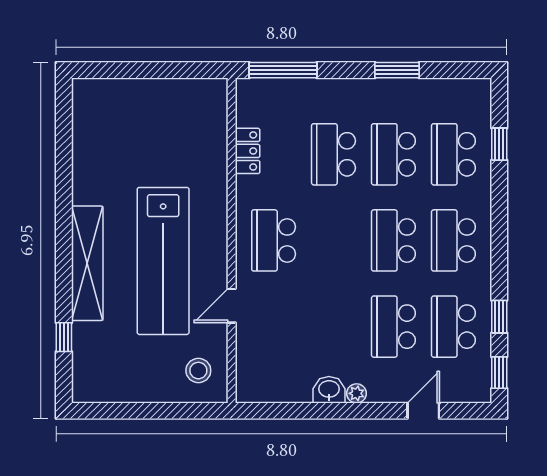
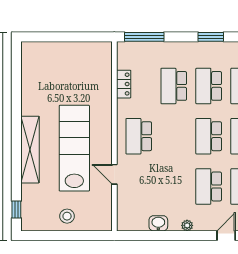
lab bench: (163, 261) -> (74, 148), turned 180
door: (232, 306) -> (114, 174), hinge flipped
window: (64, 337) -> (16, 209), moved
stool: (198, 371) -> (67, 216), moved
washbasin: (329, 390) -> (158, 223), moved

